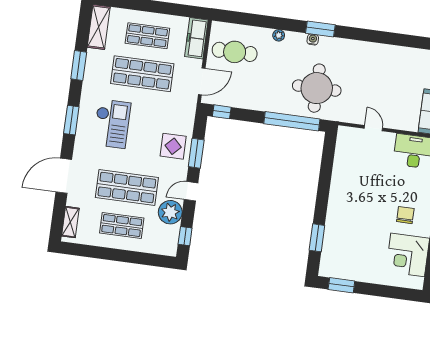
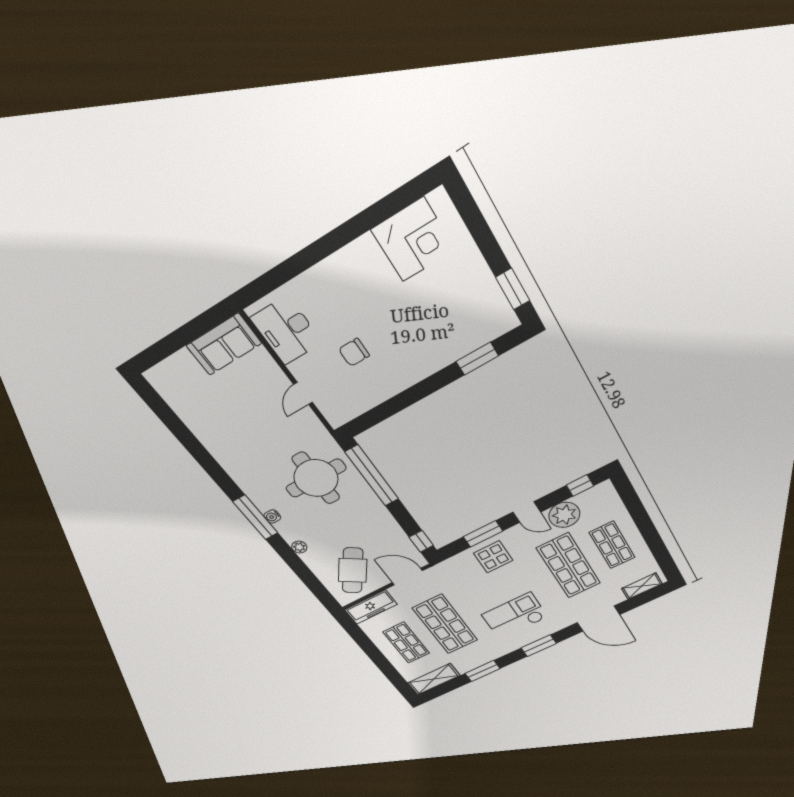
window: (320, 29) -> (255, 517), width x1.44
cafe table: (235, 52) -> (353, 570), turned 35
chair: (405, 215) -> (354, 352), moved

